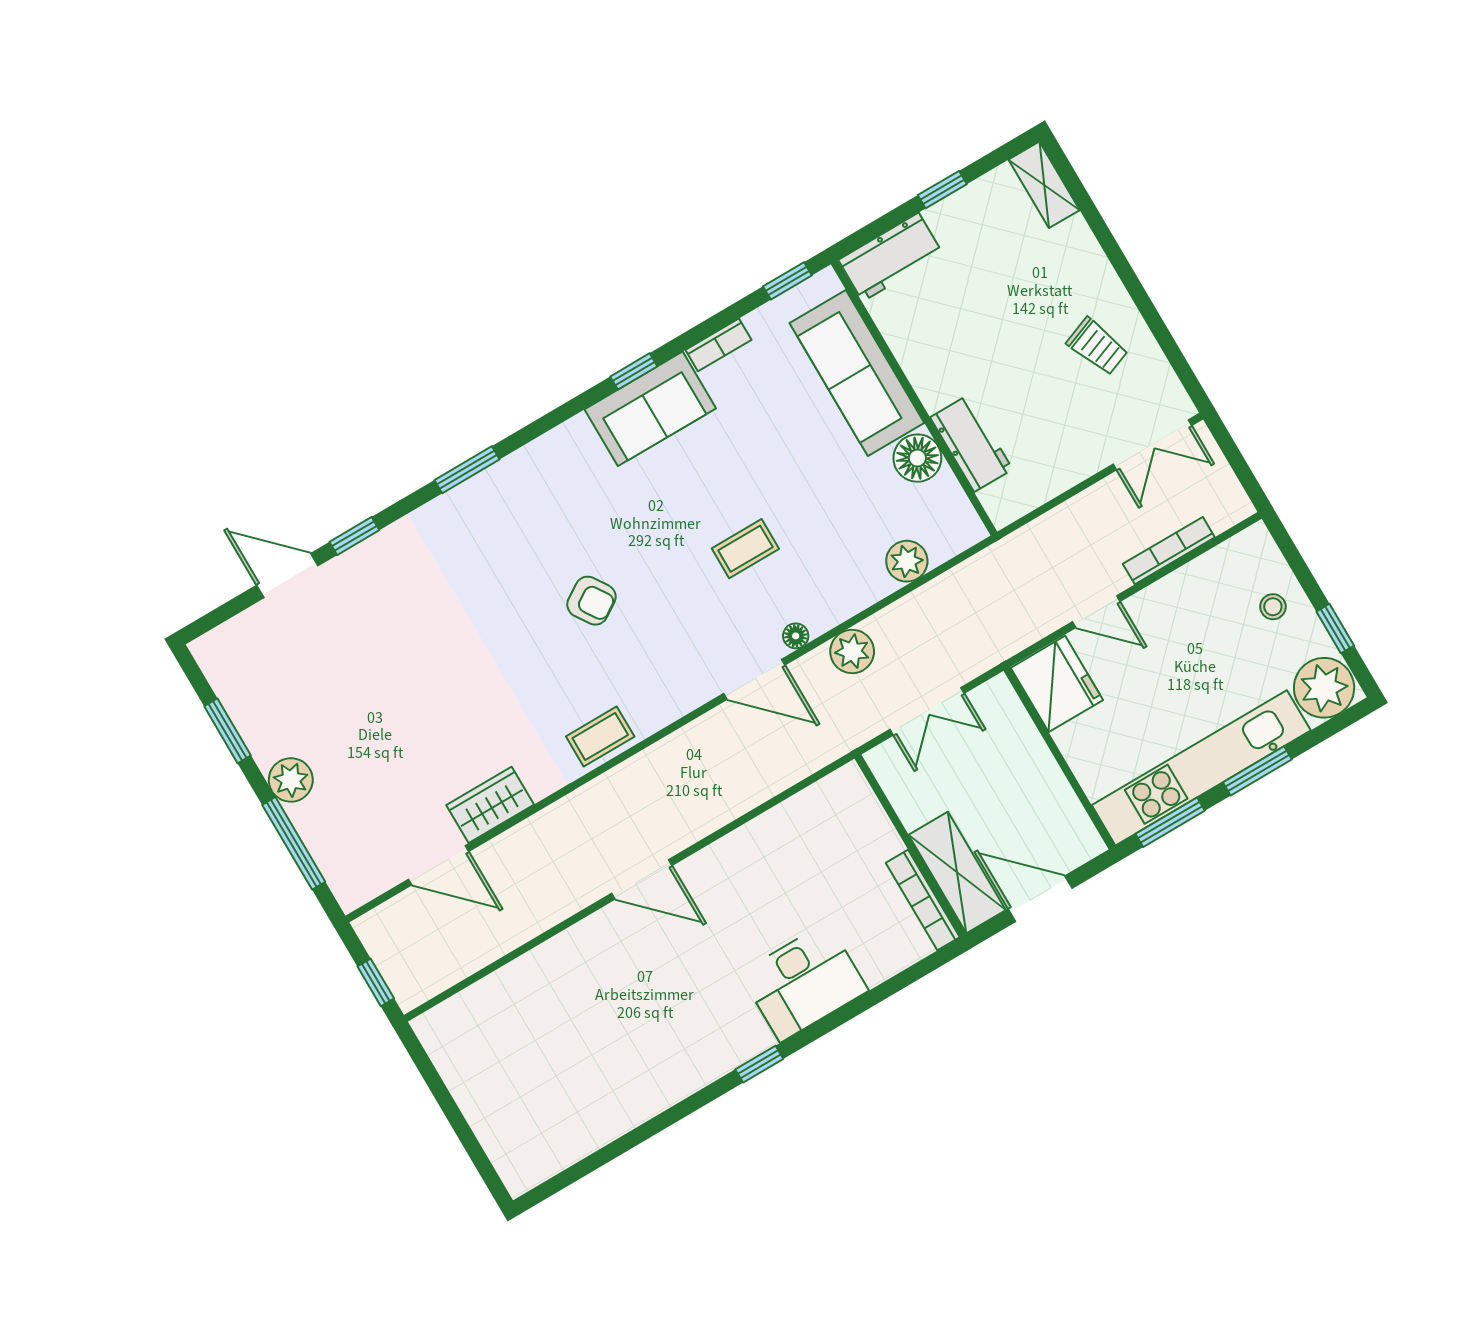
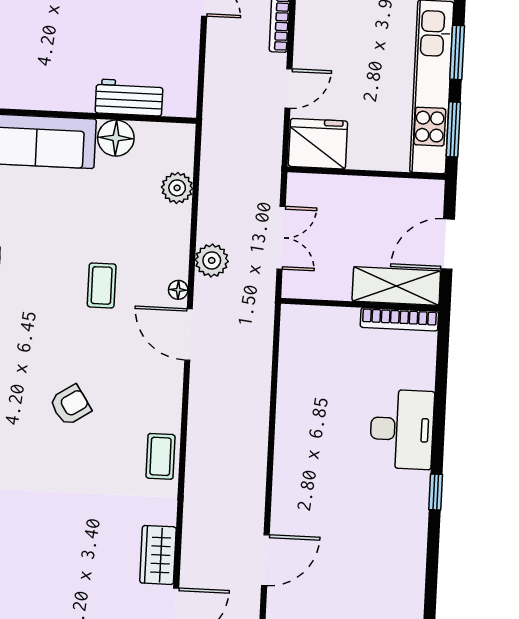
door: (754, 679) -> (189, 334), swing flipped
door: (642, 879) -> (265, 560), moved

